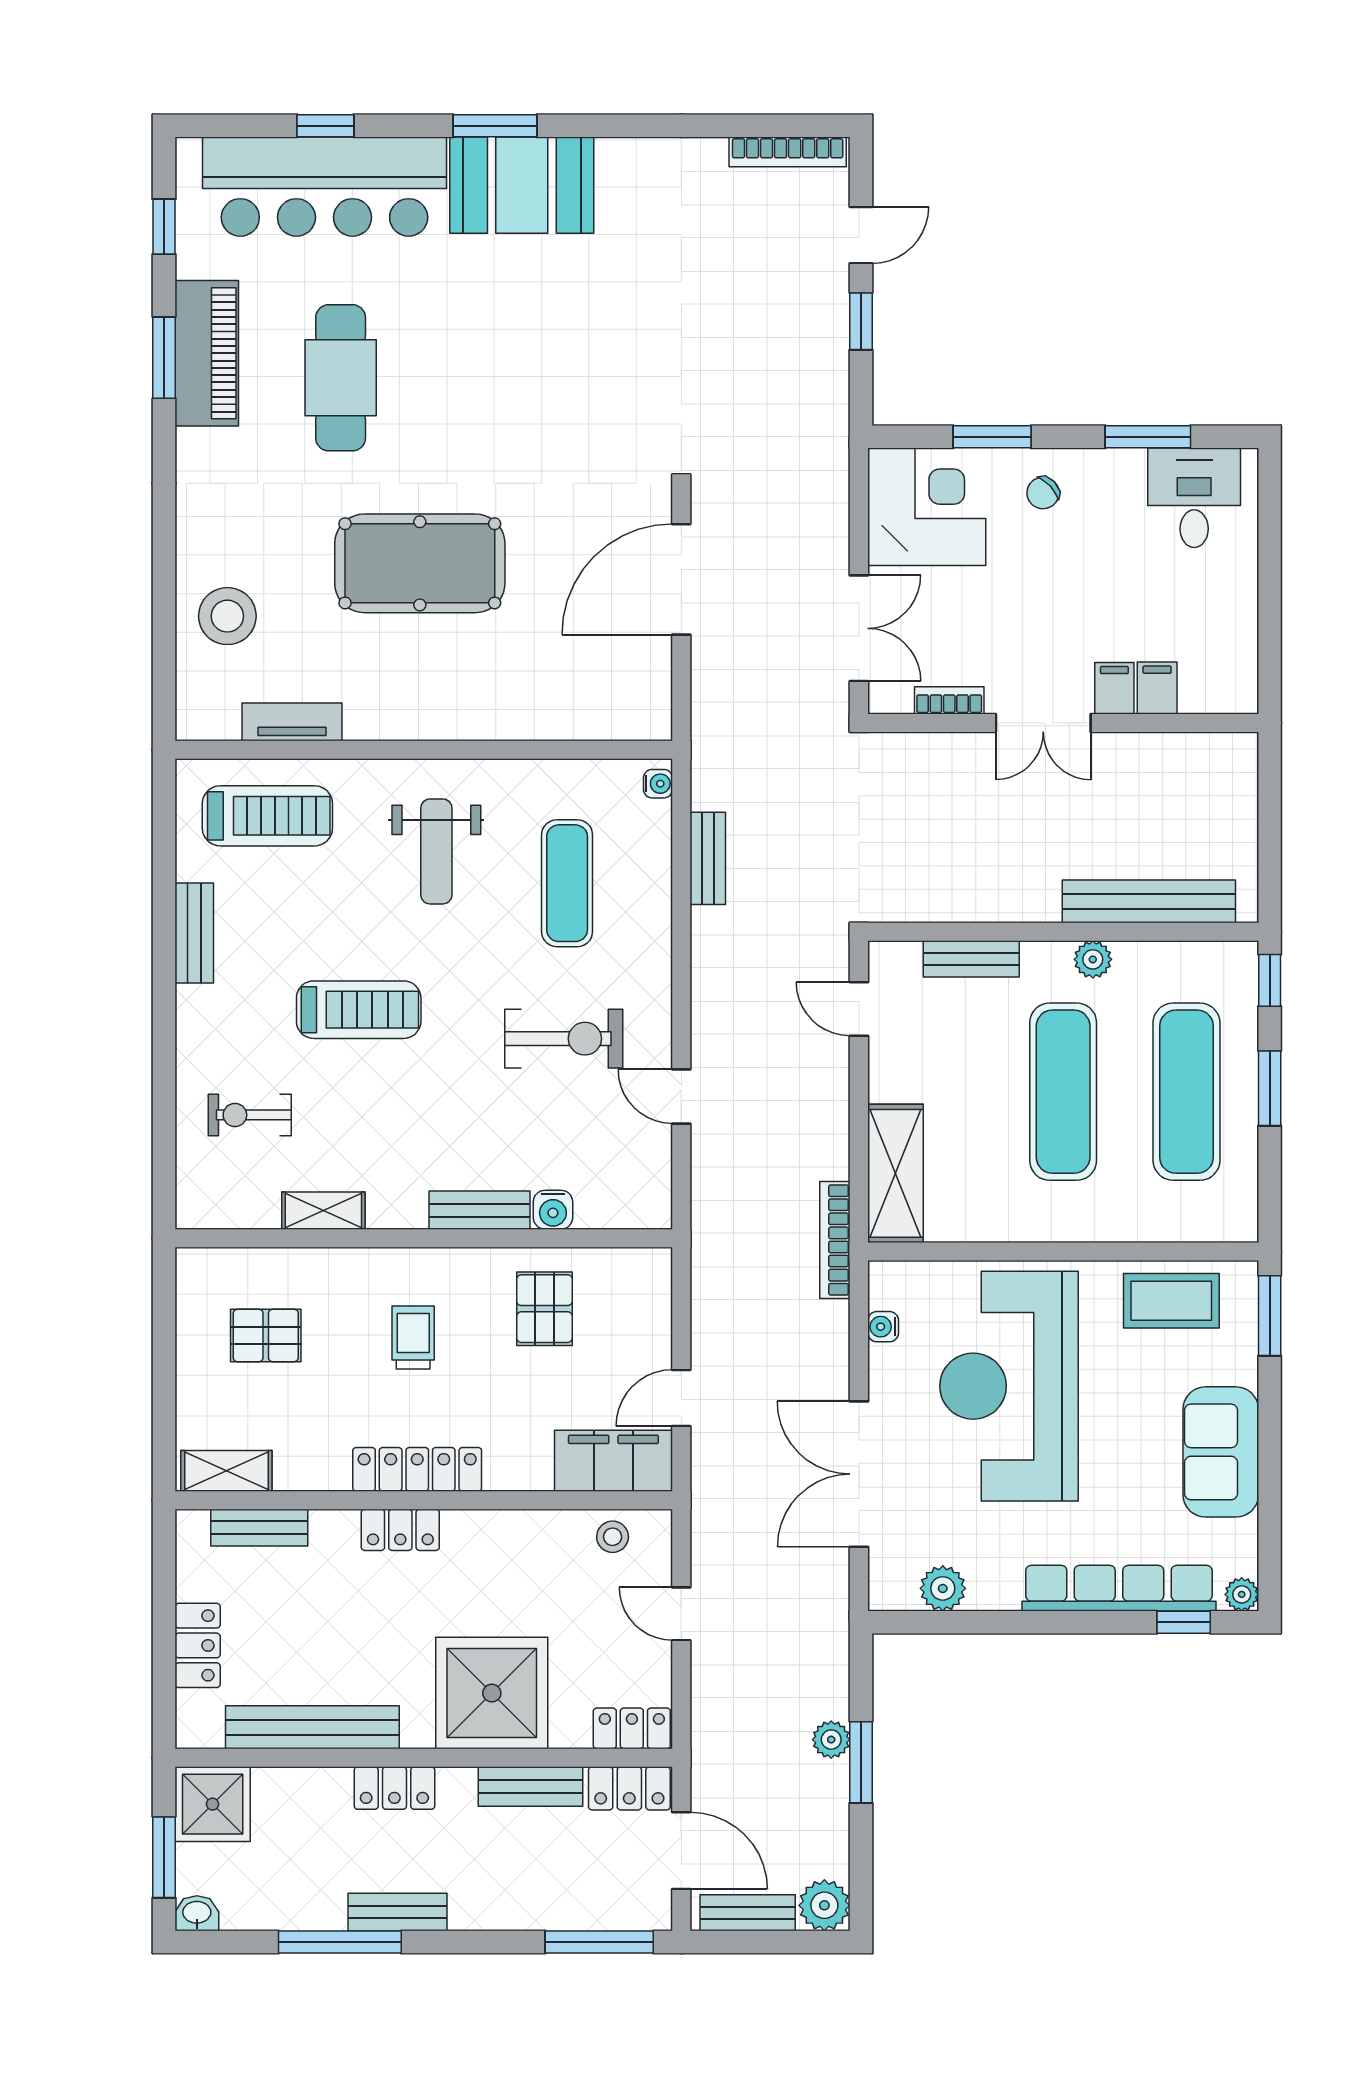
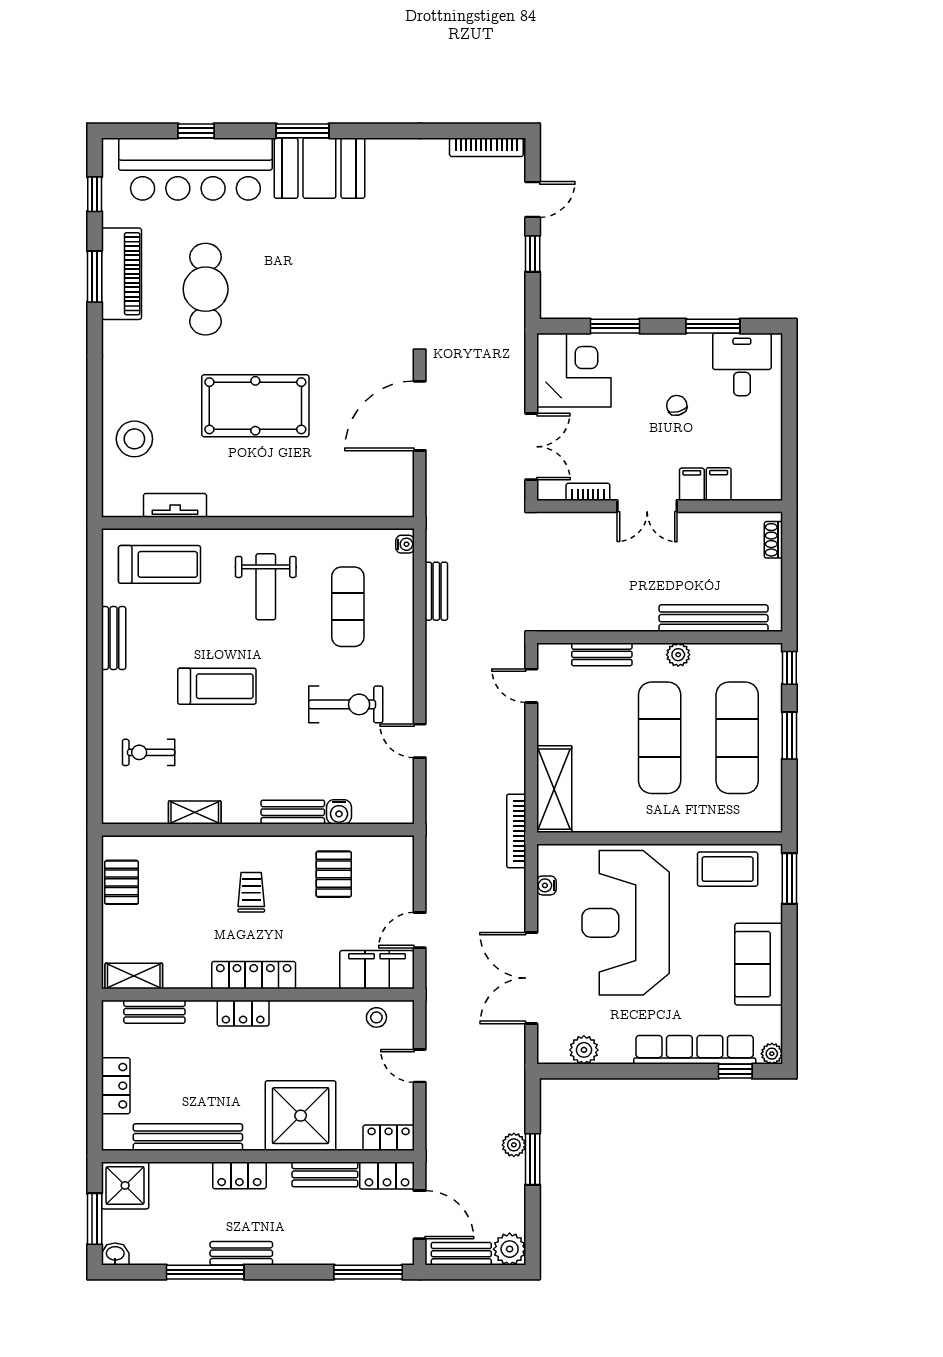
chair: (1043, 493) -> (677, 405), moved, turned 118
shoe rack: (1244, 777) -> (773, 540), added
pallet: (266, 1335) -> (122, 882), moved, turned 90

